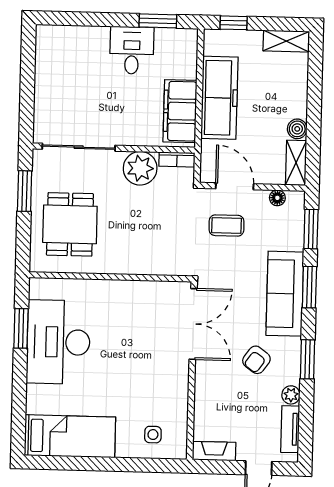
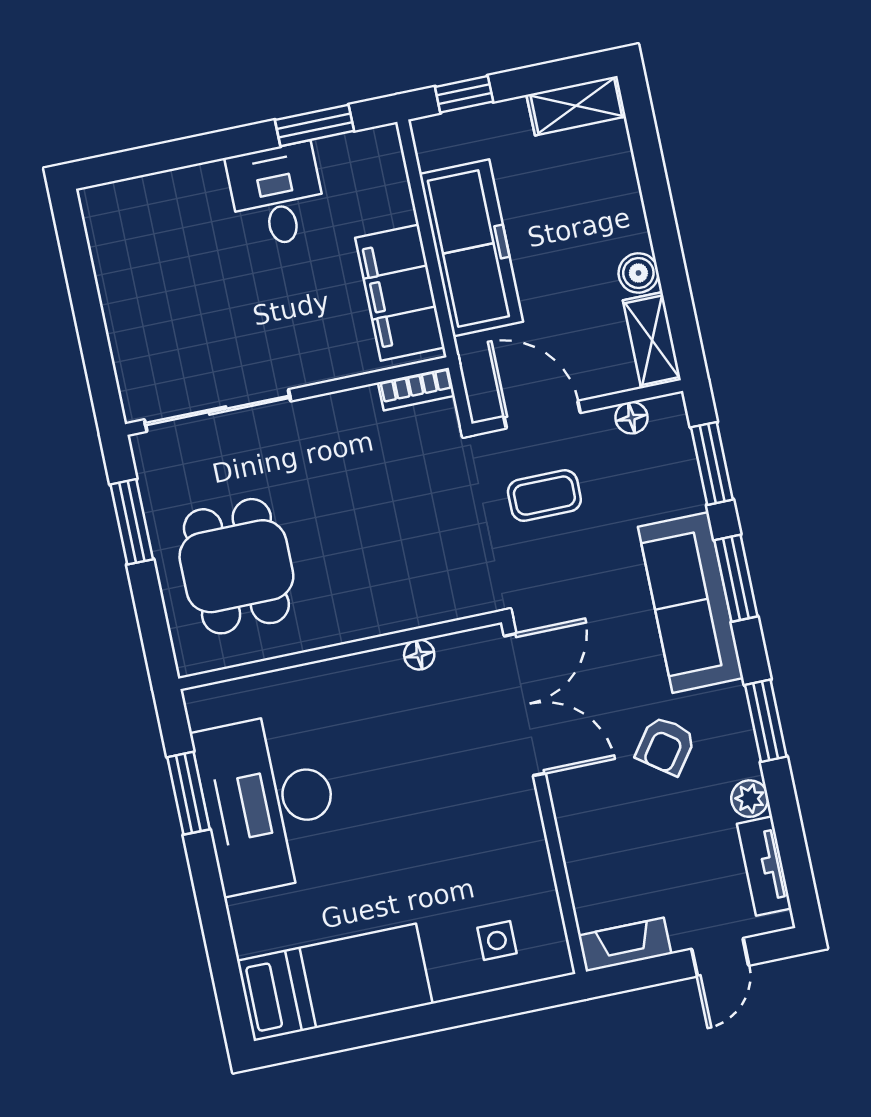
plant: (140, 168) -> (348, 423), removed
floor lamp: (148, 288) -> (419, 655), added

